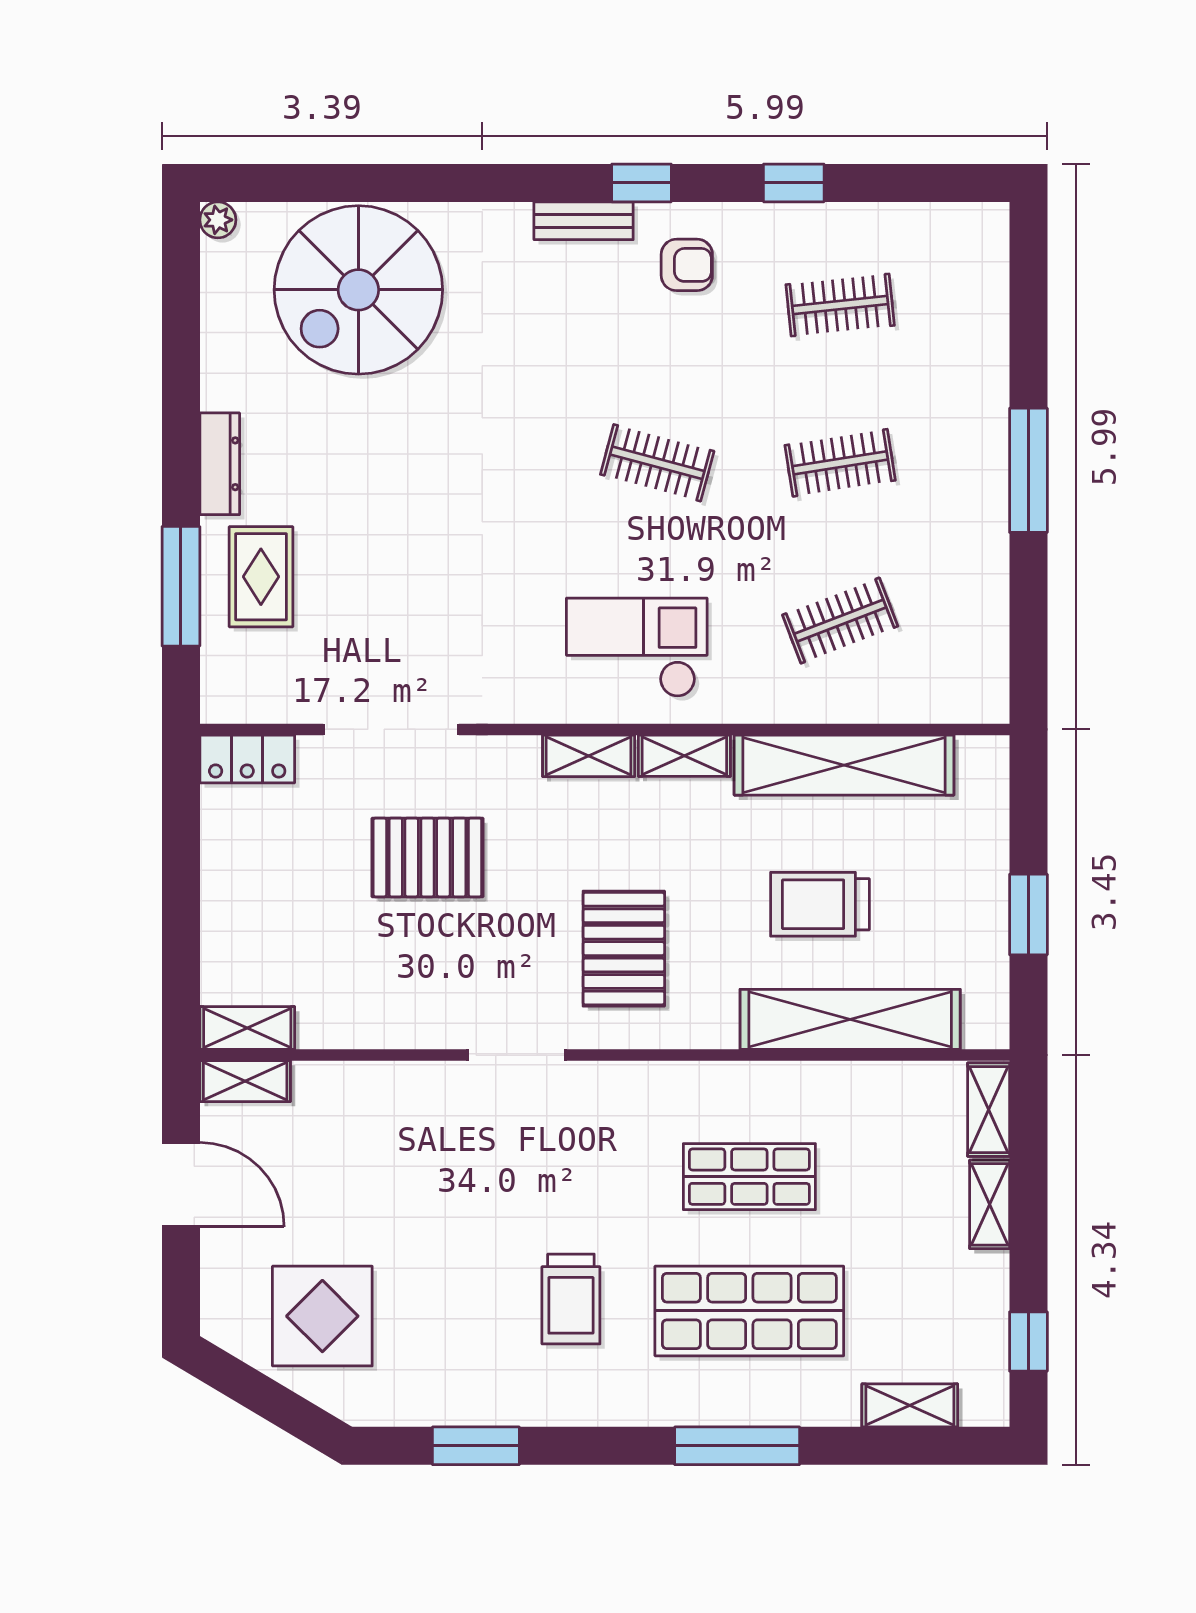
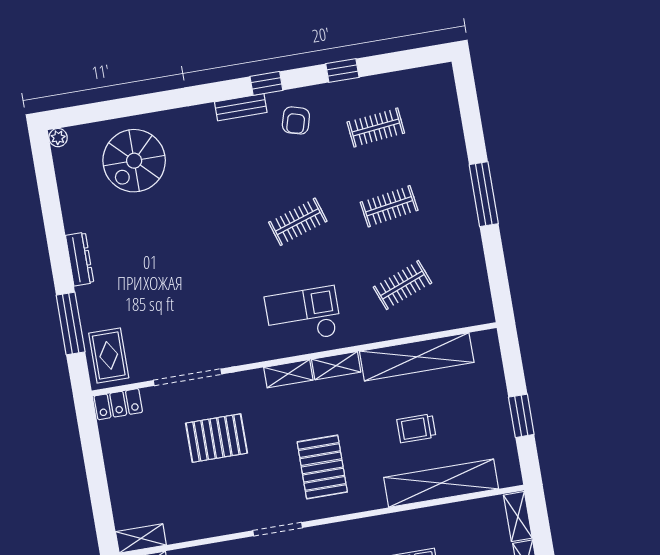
armchair: (687, 265) -> (296, 120), turned 106
spiral stairs: (358, 290) -> (134, 161), width x0.73, depth x0.73
clothes rail: (657, 463) -> (298, 222), turned -33
rug: (261, 577) -> (109, 355), moved
trolley: (820, 904) -> (416, 428), width x0.73, depth x0.72

